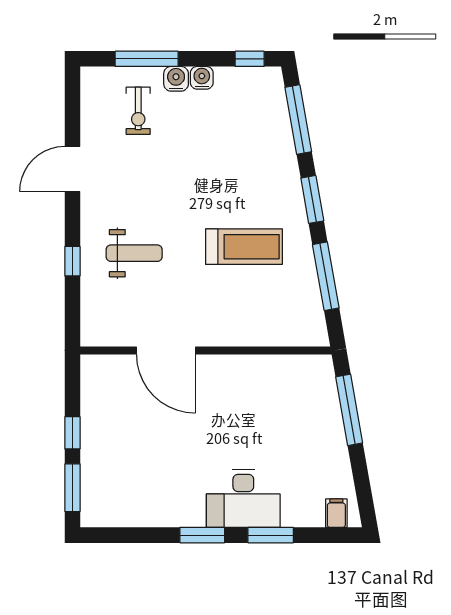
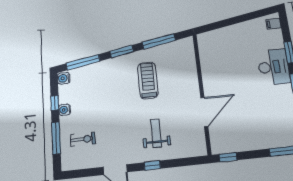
window: (250, 59) -> (55, 103), moved
water cooler: (176, 79) -> (64, 78), moved
window: (72, 261) -> (152, 165), moved
window: (349, 410) -> (222, 24), removed
window: (72, 433) -> (228, 157), moved

